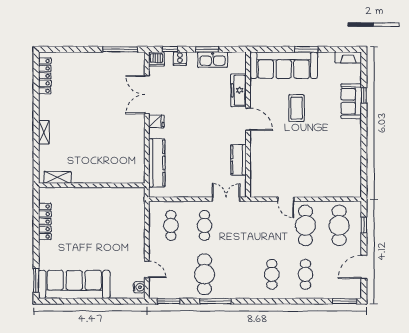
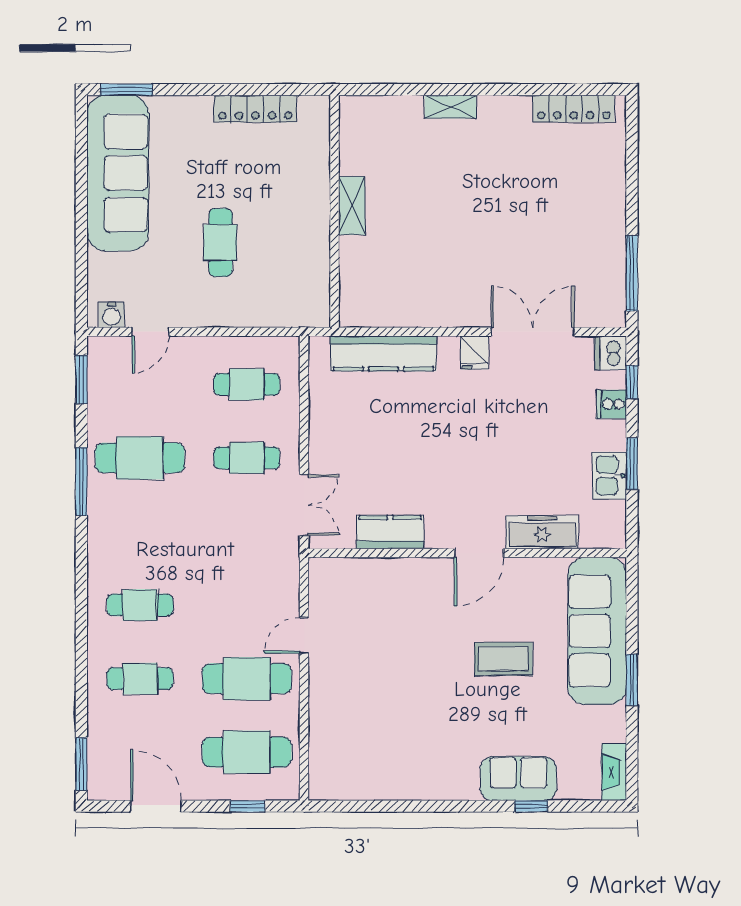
kitchen sink: (213, 60) -> (609, 475), width x0.73
shelving: (57, 177) -> (352, 206), moved
cafe table: (106, 237) -> (221, 243), added

